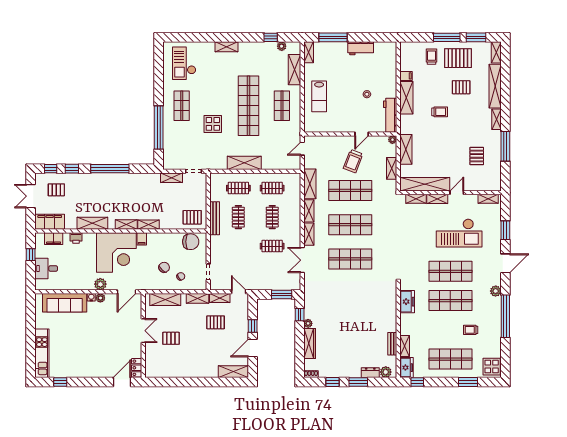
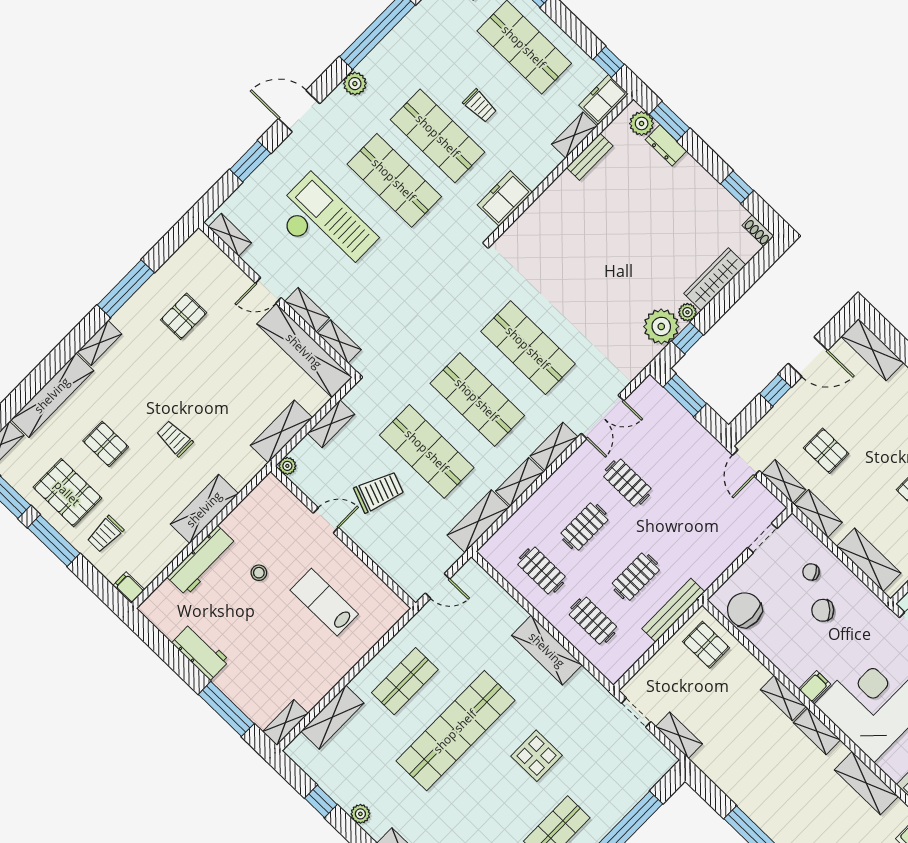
plant: (282, 46) -> (360, 814), moved
filing cabinet: (406, 76) -> (129, 588), moved
lab bench: (319, 96) -> (324, 602), moved, turned -90
workbench: (390, 115) -> (202, 561), moved
plant: (312, 310) -> (661, 326), added
trolley: (471, 330) -> (480, 106), moved
window: (358, 382) -> (669, 121), moved

